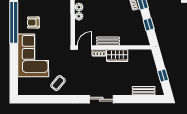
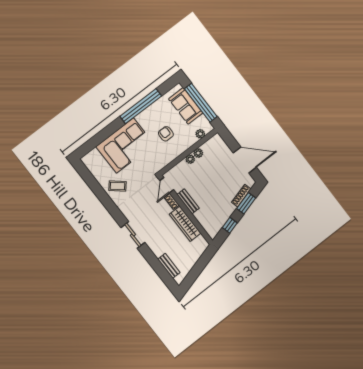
armchair: (33, 22) -> (166, 134), moved
door: (85, 48) -> (167, 185), swing flipped
wardrobe: (117, 56) -> (185, 224), width x1.50
window: (163, 75) -> (195, 272), removed

